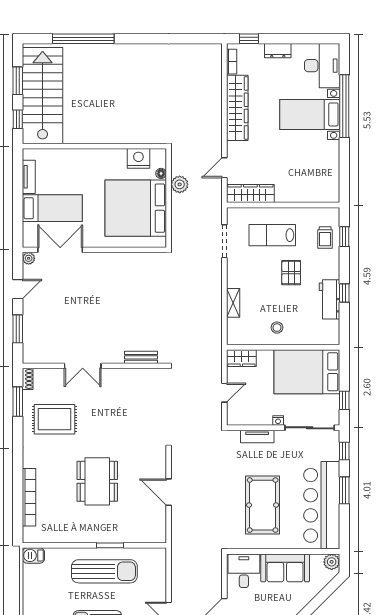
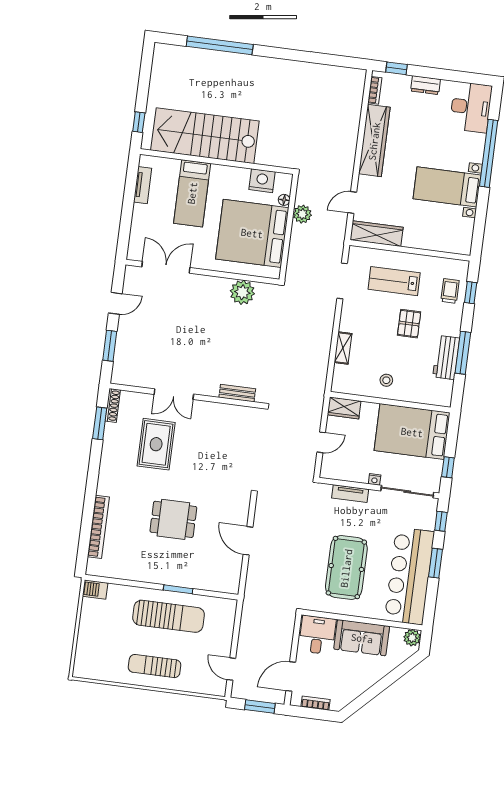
window: (18, 81) -> (144, 81), removed
stairs: (43, 96) -> (205, 136), moved, turned -90
bed with nightstands: (310, 114) -> (447, 187), moved
bed: (52, 208) -> (192, 193), moved, turned 90
trolley: (325, 238) -> (450, 291), turned 180
plant: (29, 258) -> (242, 292), moved, width x1.87, depth x1.87
window: (344, 293) -> (463, 353), width x2.17
shoe rack: (28, 379) -> (113, 405), width x1.43
rug: (55, 419) -> (156, 444), moved, turned 90
dining table: (97, 481) -> (173, 519), width x0.73

